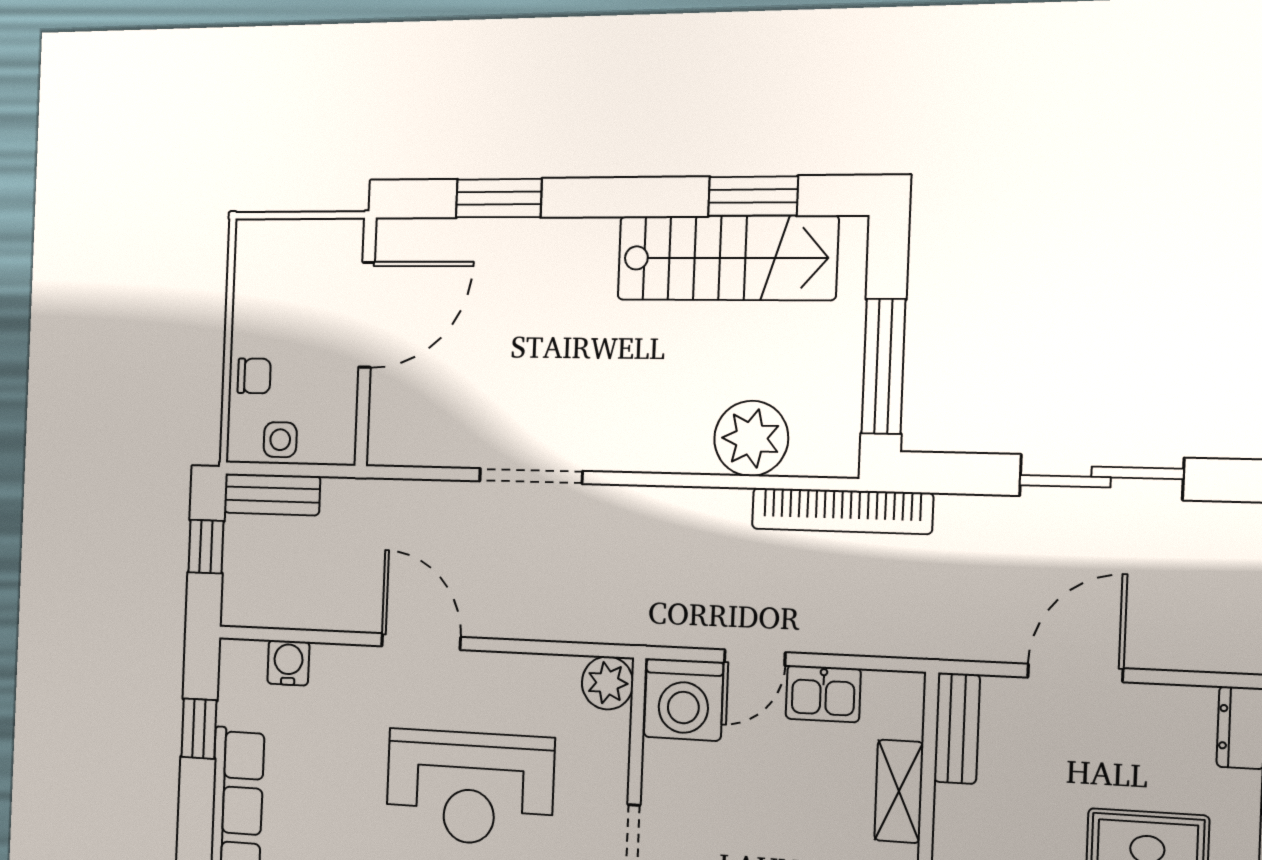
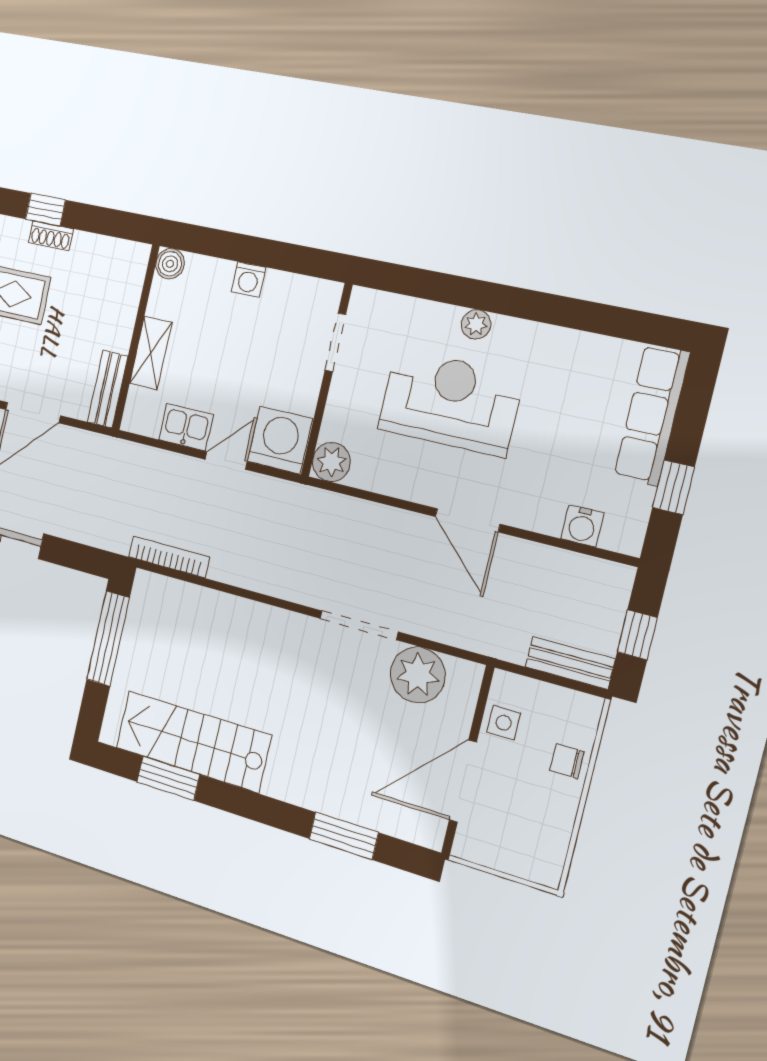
plant: (751, 438) -> (418, 675), moved
side table: (280, 440) -> (504, 723), moved
bookcase: (842, 511) -> (169, 557), width x0.68, depth x0.76

